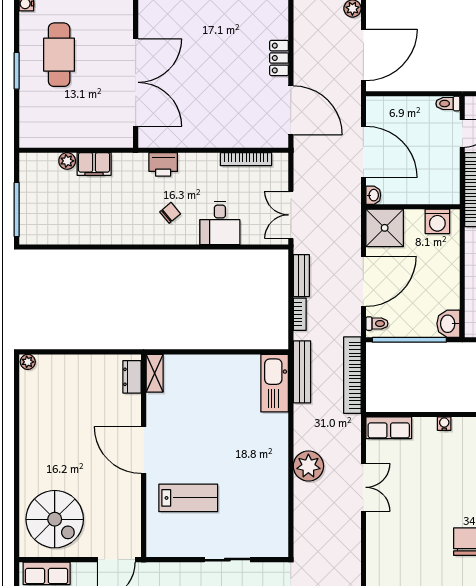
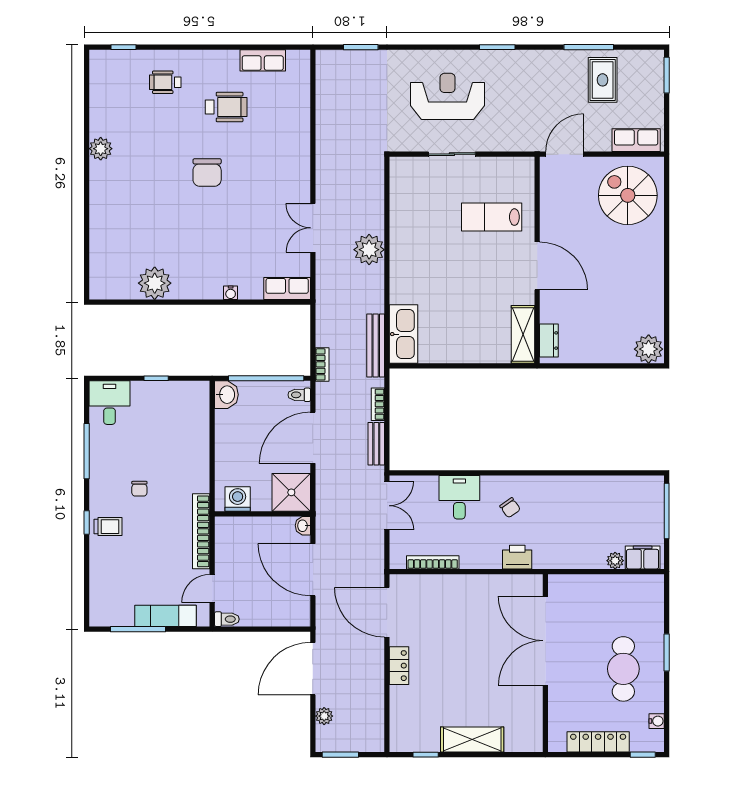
filing cabinet: (94, 164) -> (643, 558), moved
chair: (170, 213) -> (510, 508), turned -85
plant: (28, 362) -> (649, 349), width x1.88, depth x1.88
shelving: (155, 373) -> (523, 334), width x1.50, depth x1.33
bookcase: (352, 375) -> (322, 364), width x0.43, depth x0.76

